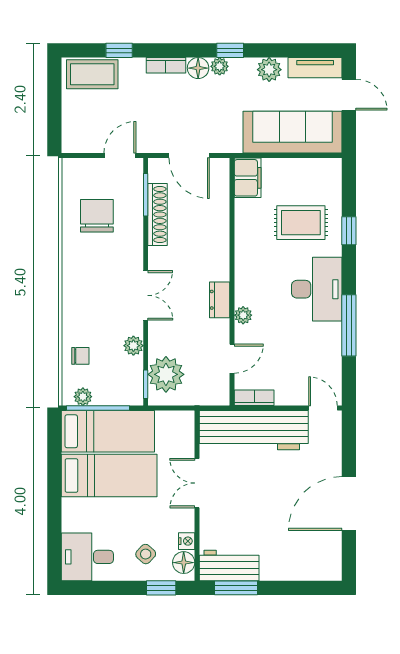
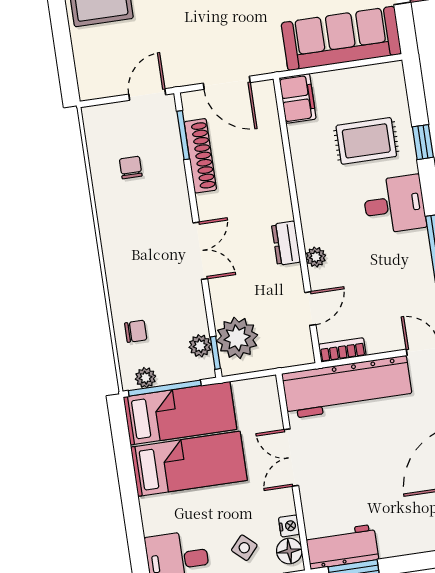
chair: (97, 216) -> (131, 168), width x0.54, depth x0.54
desk: (317, 289) -> (394, 205), width x0.73
plant: (133, 346) -> (200, 346), moved

